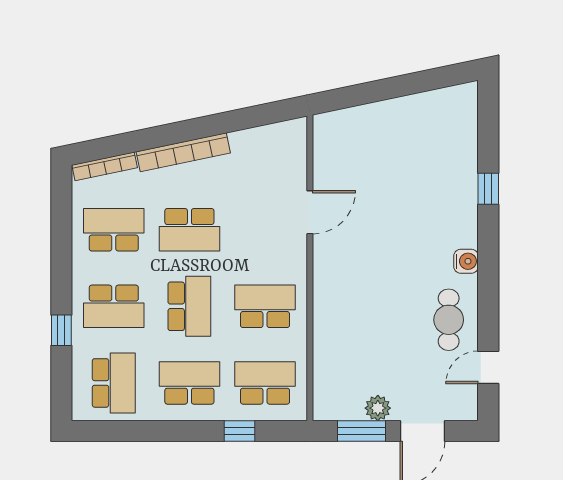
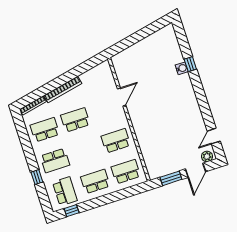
school desk: (189, 230) -> (75, 120), turned 180
water cooler: (466, 261) -> (182, 68), moved
school desk: (189, 306) -> (85, 151), removed
cafe table: (449, 320) -> (192, 122), removed
plant: (378, 408) -> (207, 156), moved
window: (240, 431) -> (72, 211), moved

